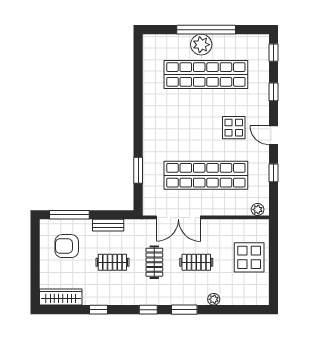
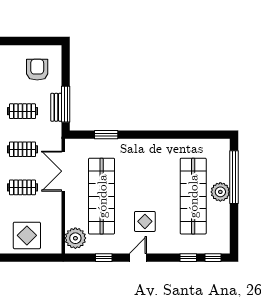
window: (206, 30) -> (234, 177), moved
window: (274, 92) -> (188, 258), moved
plant: (258, 209) -> (75, 238), width x1.88, depth x1.88
window: (69, 215) -> (66, 104), moved
clothes rail: (112, 262) -> (22, 111), turned 90
clothes rail: (196, 262) -> (22, 187), turned 90

